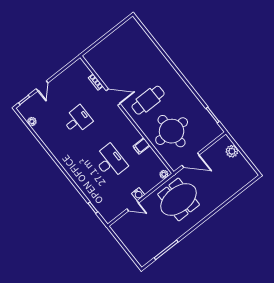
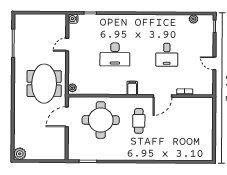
door: (42, 86) -> (214, 63), moved
cafe table: (148, 100) -> (139, 121), width x0.73, depth x0.74
filing cabinet: (141, 146) -> (132, 88), moved
plant: (232, 151) -> (20, 154), moved
water cooler: (138, 194) -> (73, 19), moved

